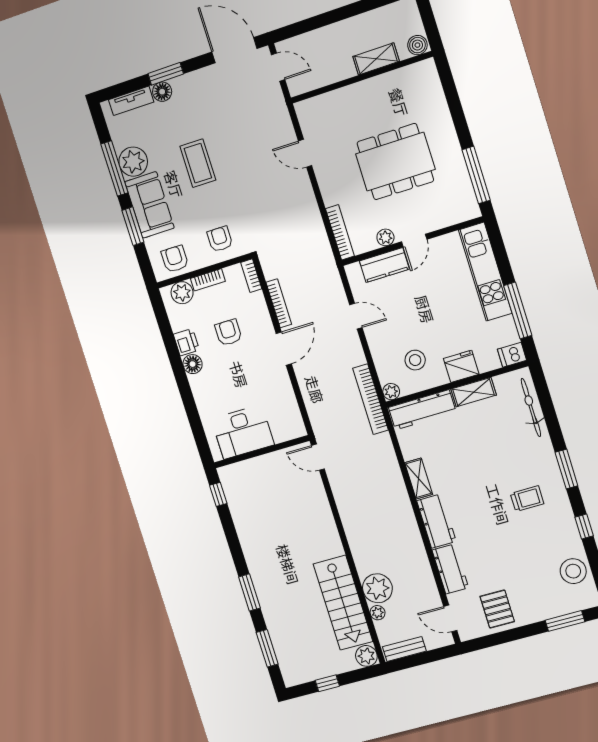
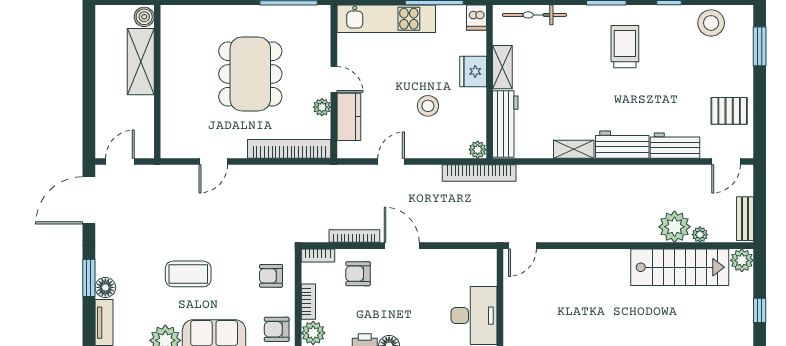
shelving: (376, 59) -> (141, 62), width x1.50, depth x1.33
bookcase: (340, 232) -> (289, 149), width x1.48, depth x1.31
armchair: (228, 332) -> (358, 274), moved
stool: (415, 360) -> (428, 106), moved
trolley: (527, 499) -> (625, 47), width x1.36, depth x1.39

